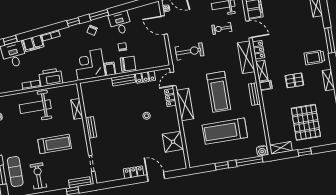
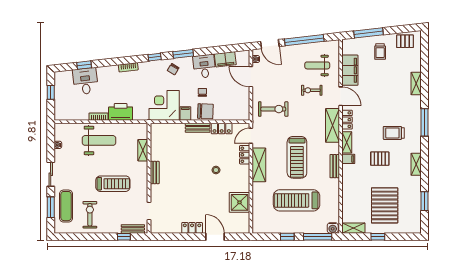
filing cabinet: (33, 43) -> (225, 59), moved
trolley: (314, 57) -> (394, 133), moved
weight bench: (35, 107) -> (99, 140), turned 180

